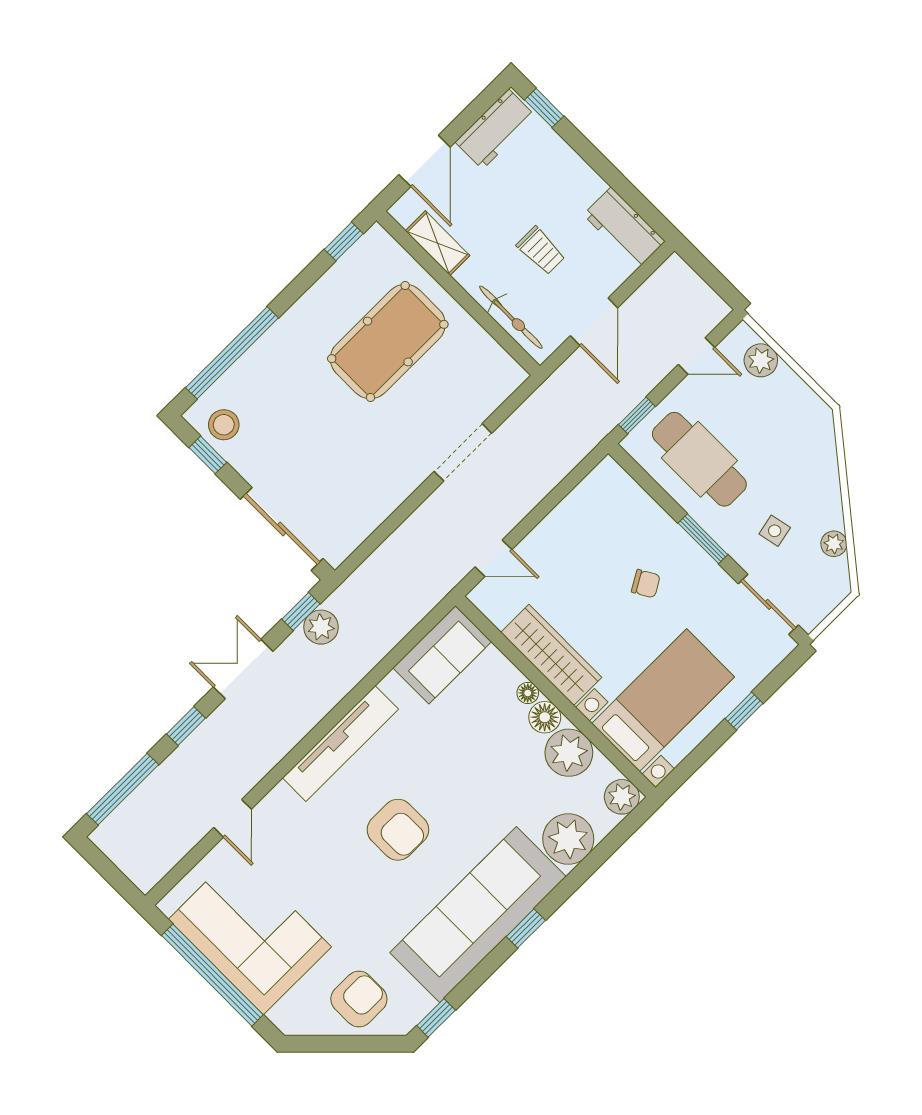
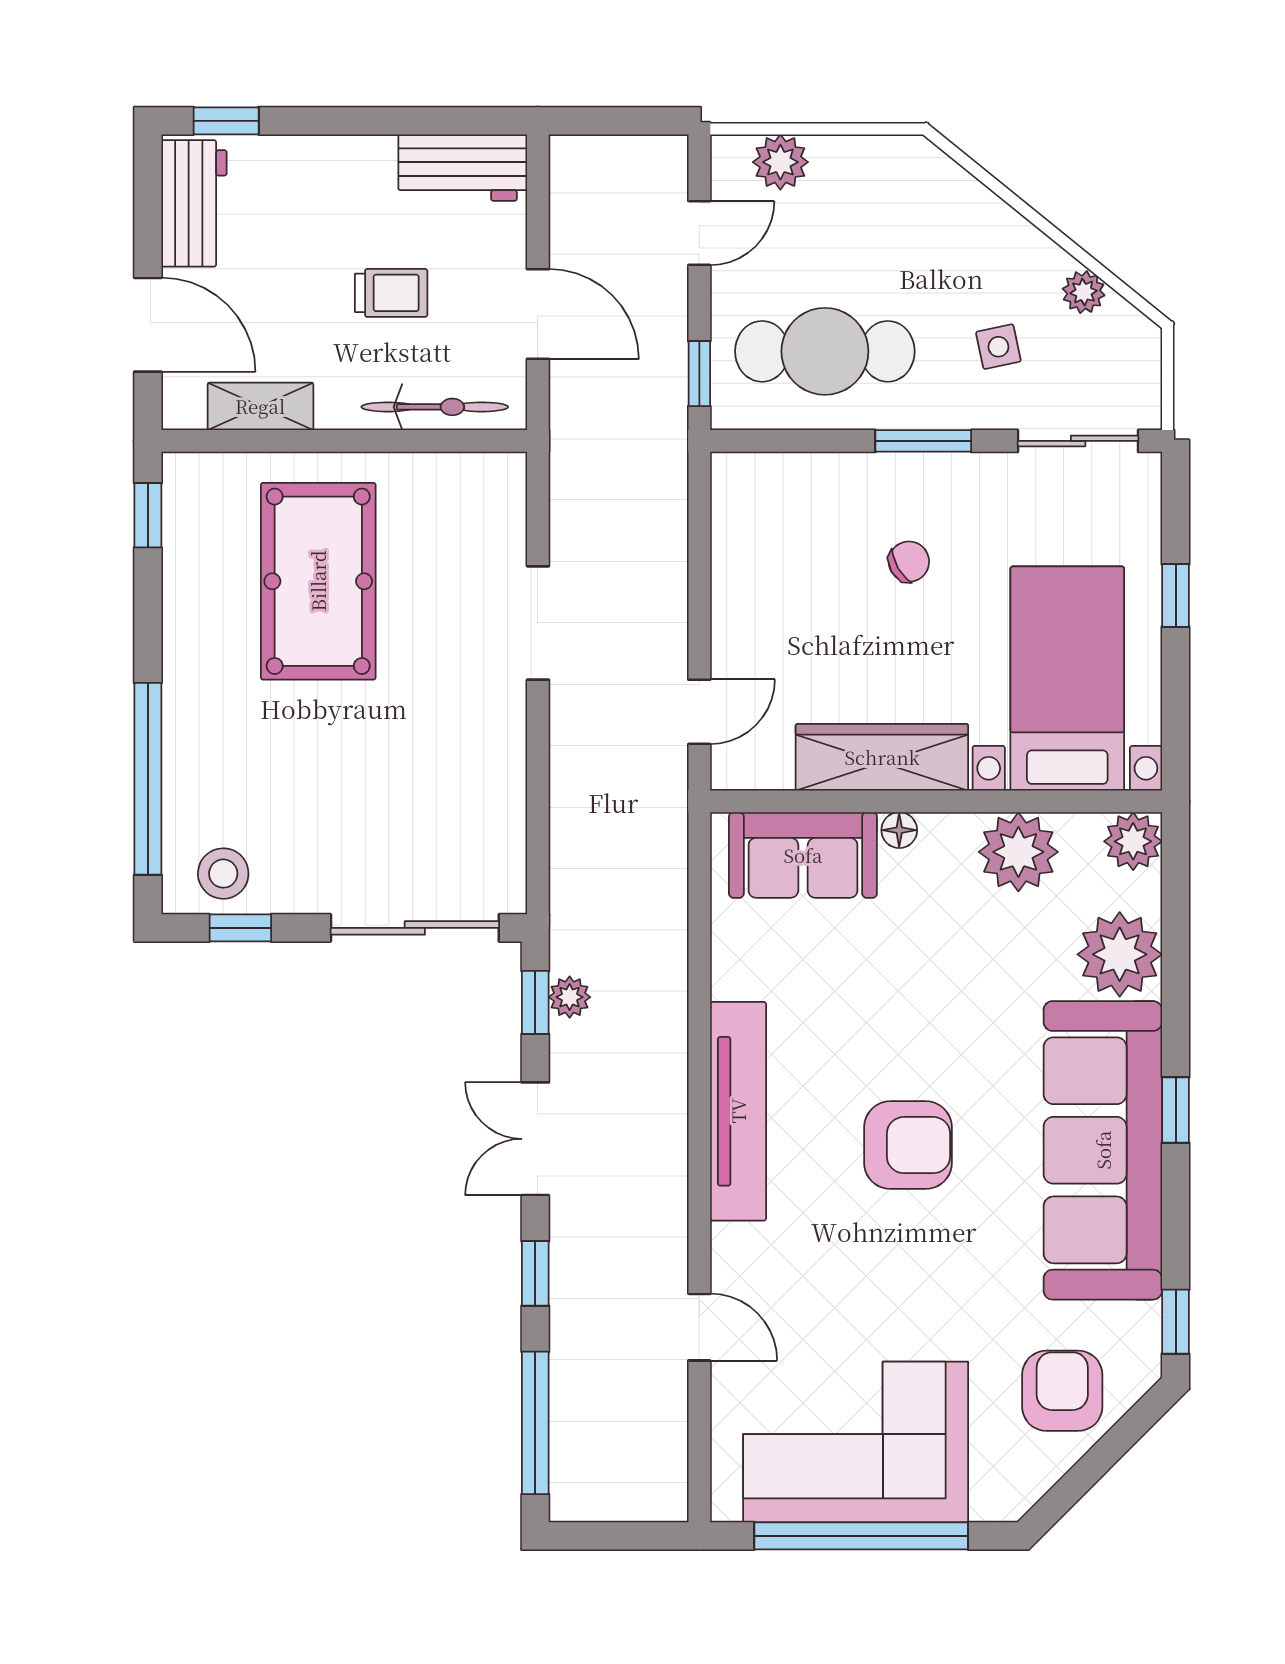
plant: (321, 627) -> (570, 997), width x0.73, depth x0.73
sofa: (442, 655) -> (803, 855), moved, turned 90
floor lamp: (545, 717) -> (948, 839), removed

